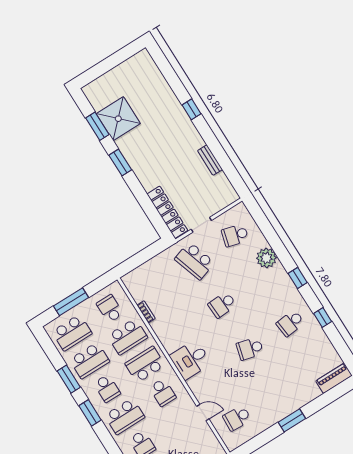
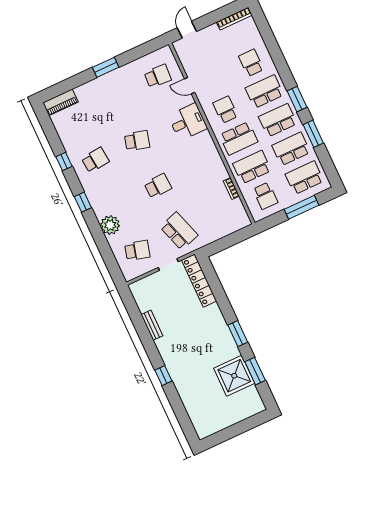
desk: (190, 360) -> (188, 122), moved
school desk: (107, 388) -> (278, 120), width x1.85

